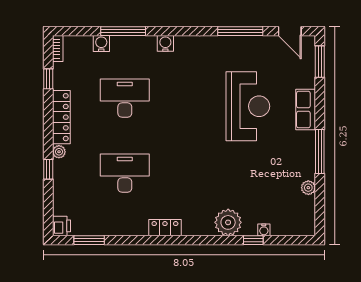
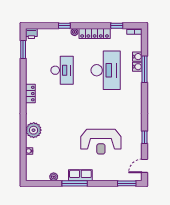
window: (240, 31) -> (145, 137), width x0.46
water cooler: (165, 43) -> (137, 67), moved
desk: (125, 98) -> (106, 70), width x1.36, depth x1.30
row of seats: (306, 110) -> (80, 175), moved
window: (253, 240) -> (23, 145), removed

